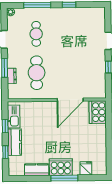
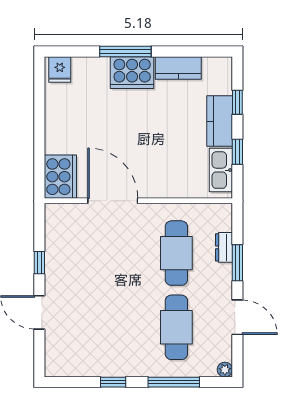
cafe table: (36, 34) -> (176, 327), width x1.37, depth x1.35
door: (70, 100) -> (113, 201), hinge flipped
fridge: (86, 168) -> (60, 69), moved

